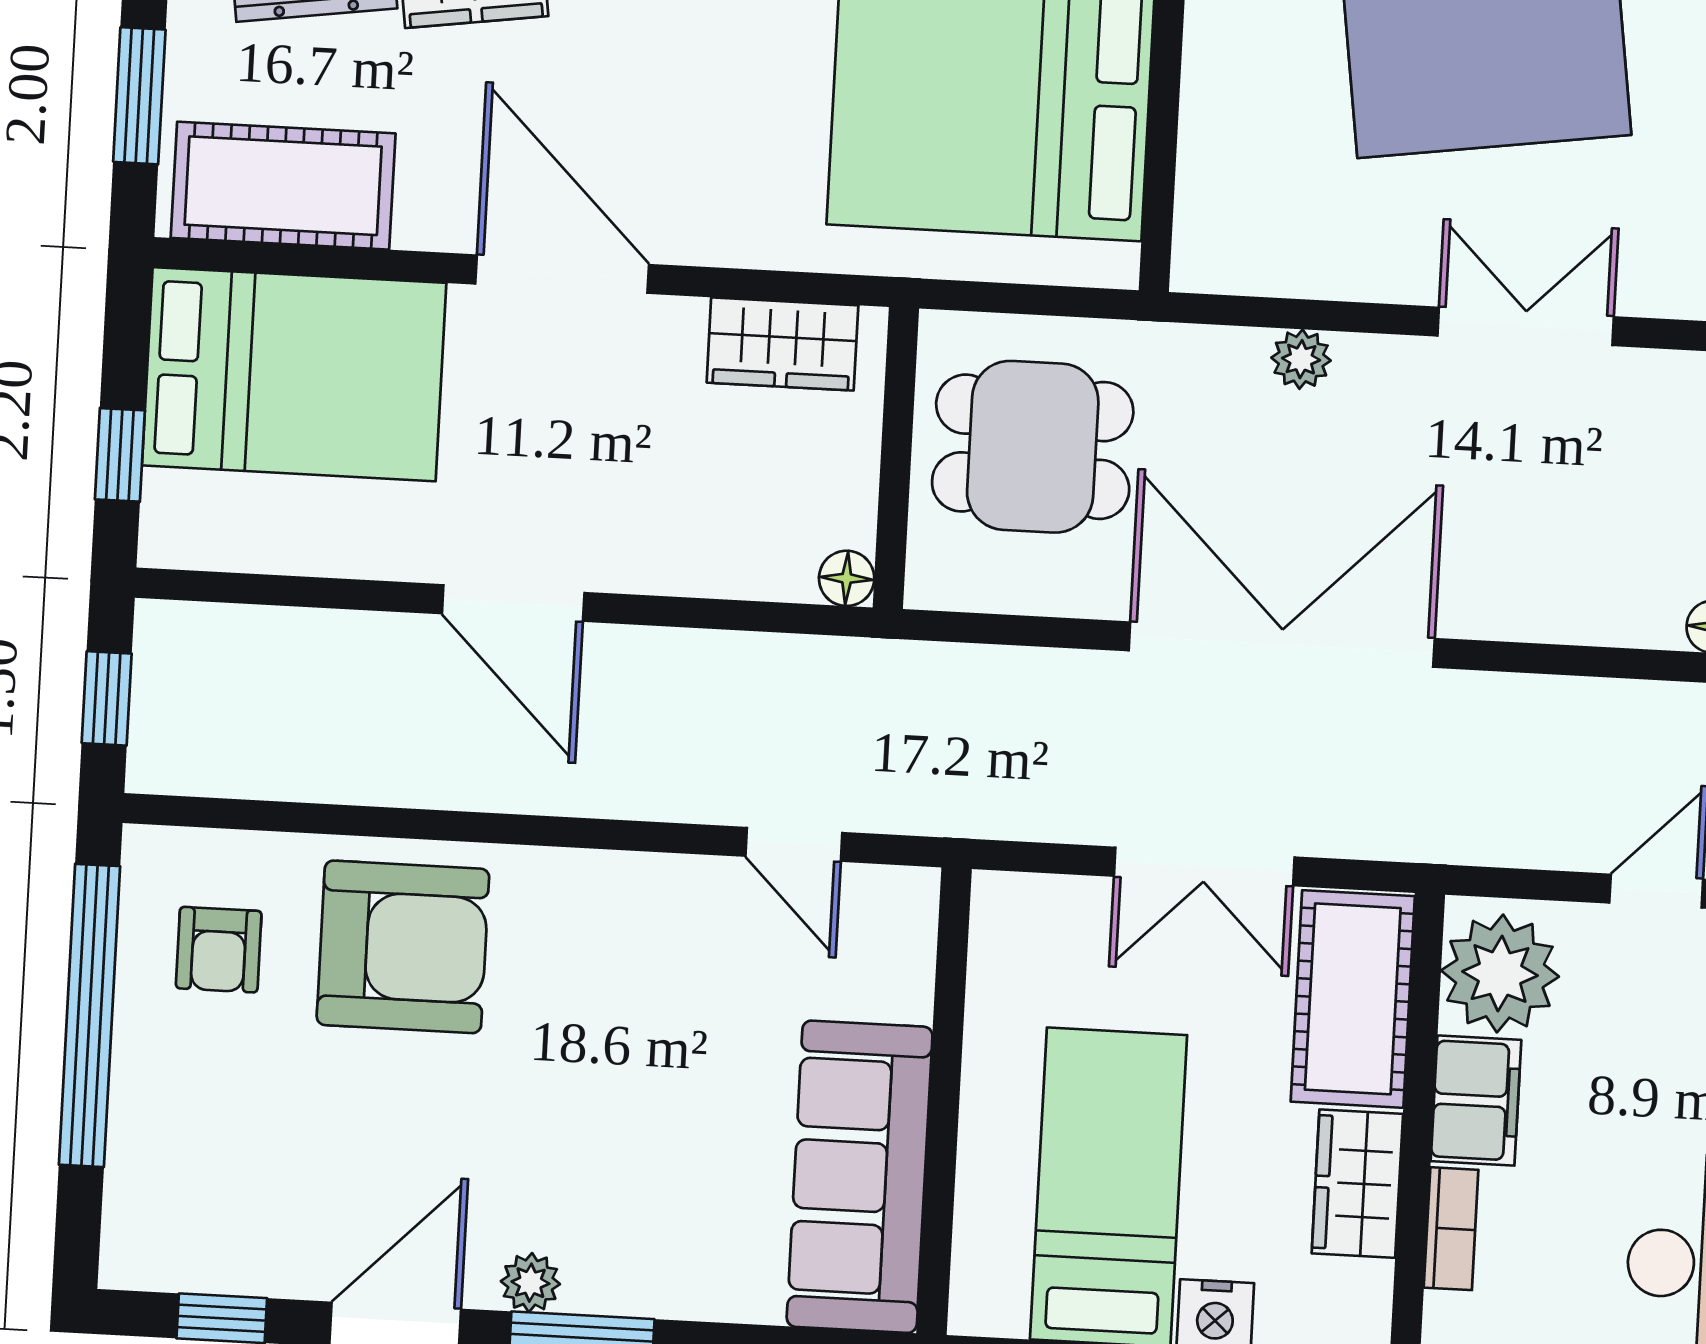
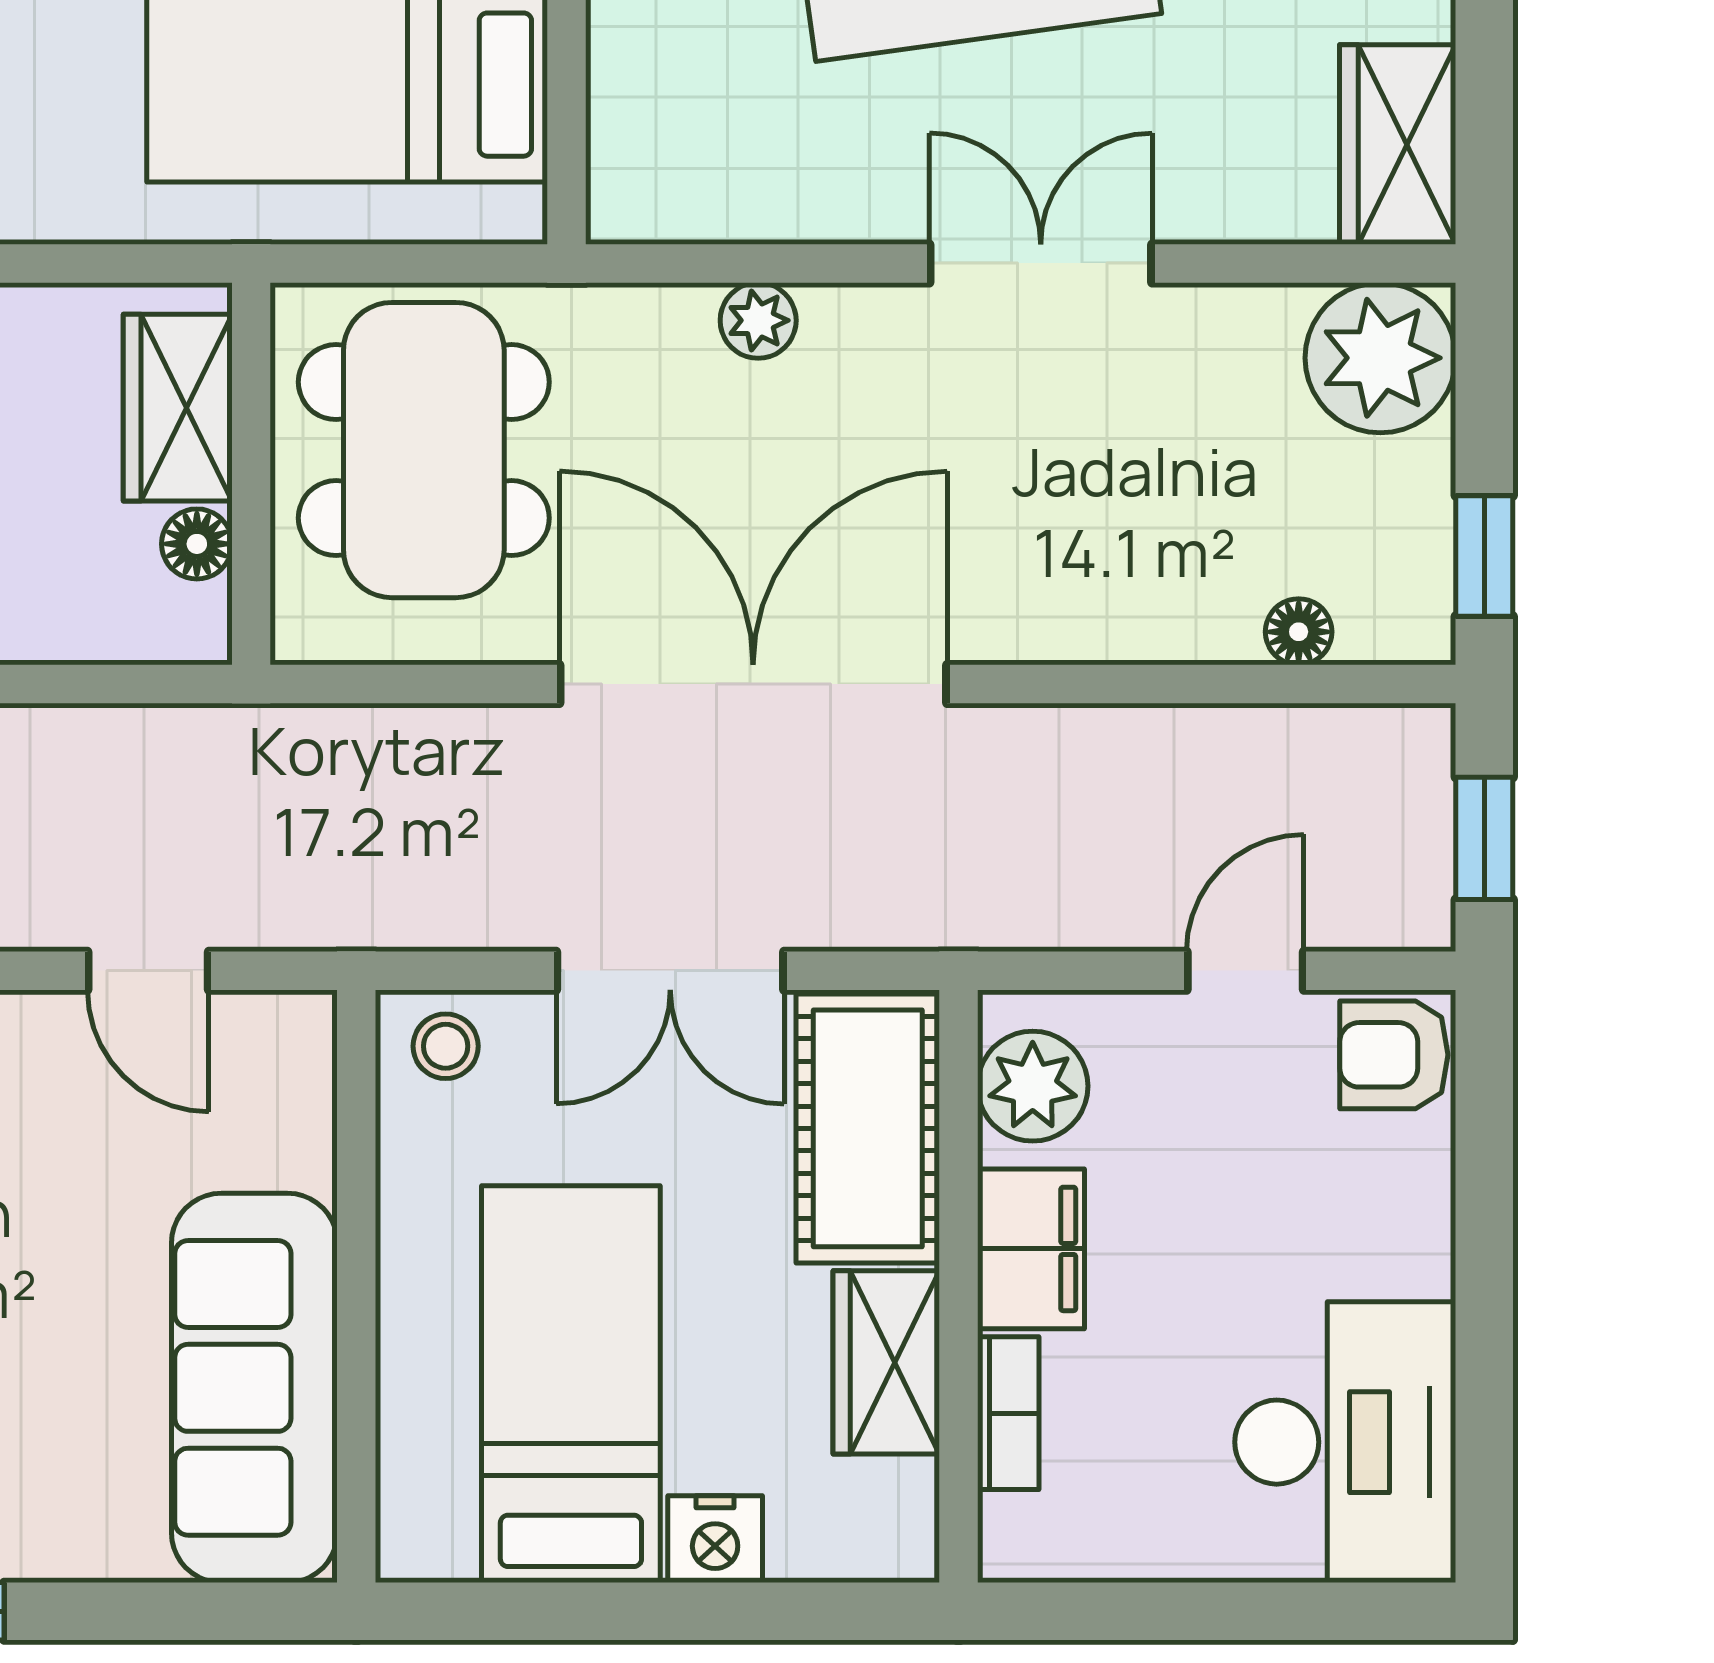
wardrobe: (782, 344) -> (178, 408), moved, turned 90
dining table: (1033, 447) -> (424, 450), width x1.38
floor lamp: (847, 578) -> (197, 544), moved
stool: (1024, 916) -> (446, 1046), added
plant: (1500, 974) -> (1033, 1086), width x0.73, depth x0.73

